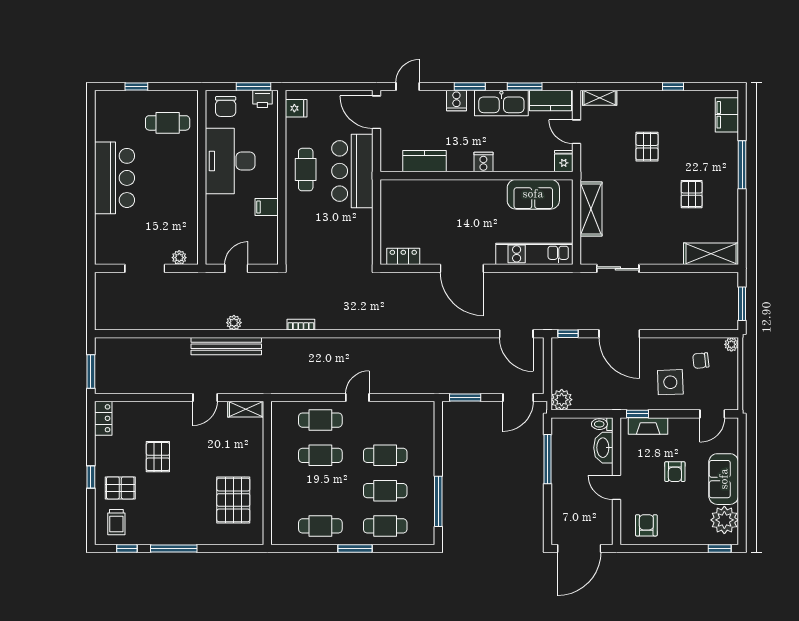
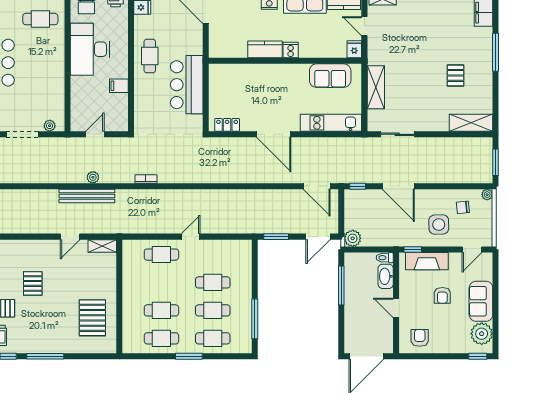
pallet: (647, 147) -> (420, 38), removed
kitchen counter: (425, 161) -> (265, 49), moved
bar counter: (352, 171) -> (187, 85), moved
fireplace: (648, 426) -> (427, 261), width x1.37, depth x1.32
cafe table: (320, 455) -> (161, 310), moved

